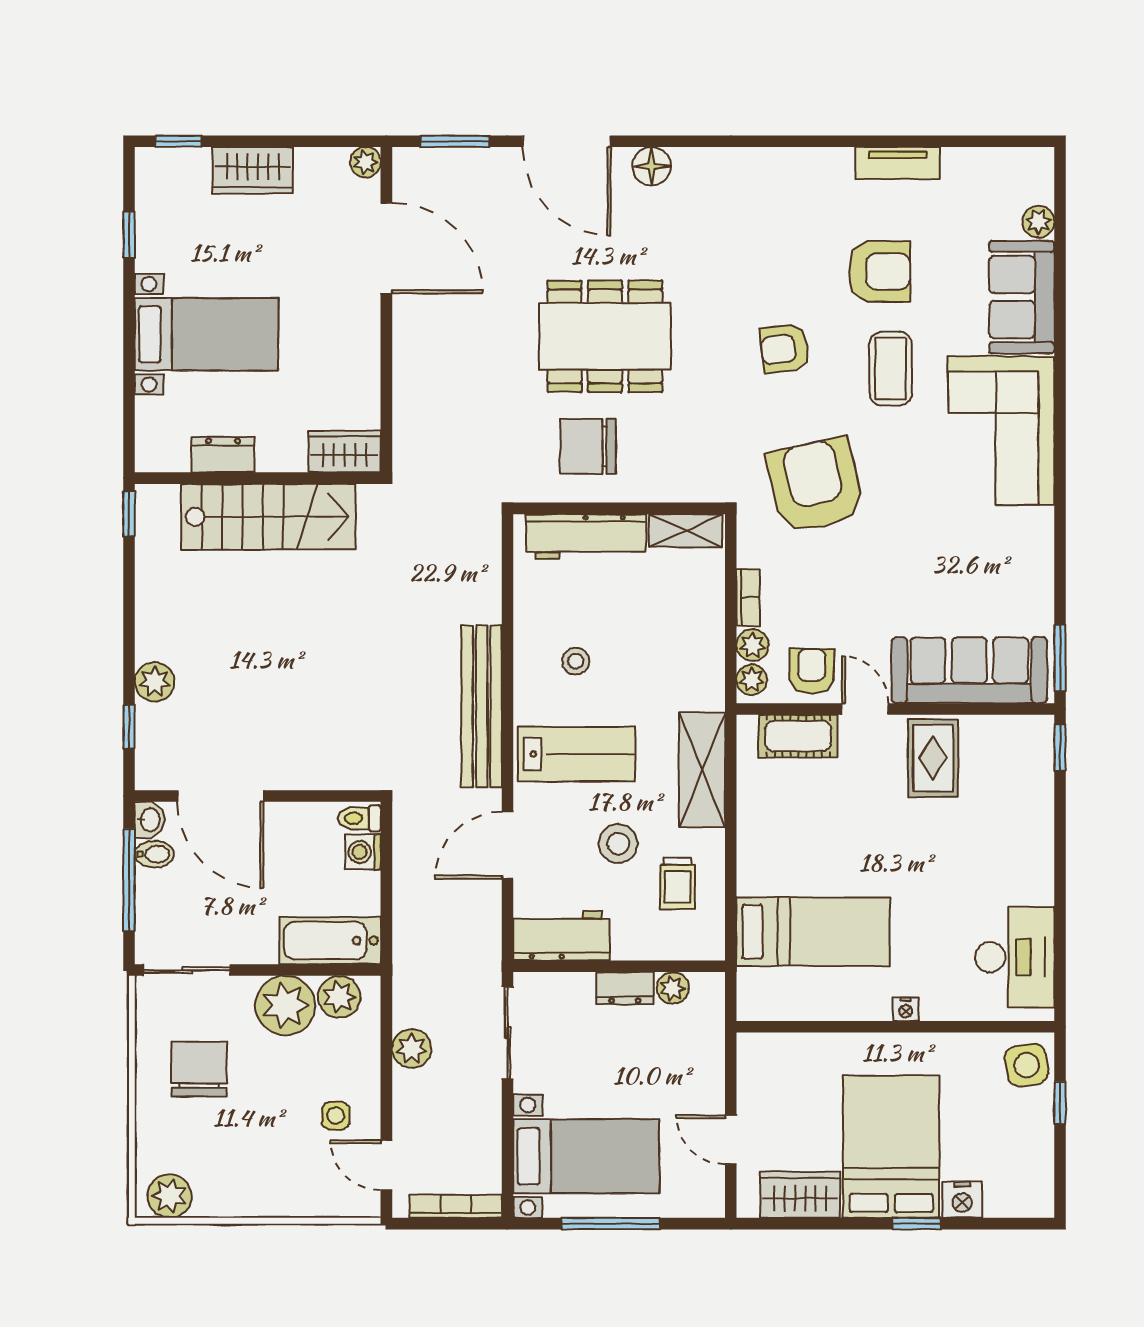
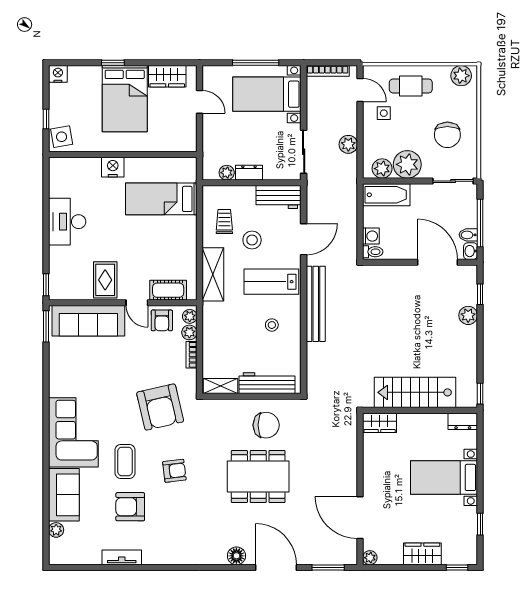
dresser: (223, 455) -> (463, 421), moved
desk: (1015, 957) -> (67, 222), moved
nightstand: (906, 1009) -> (113, 167), width x1.89, depth x1.79
cafe table: (278, 1174) -> (411, 86), added
nightstand: (962, 1200) -> (58, 74), moved

